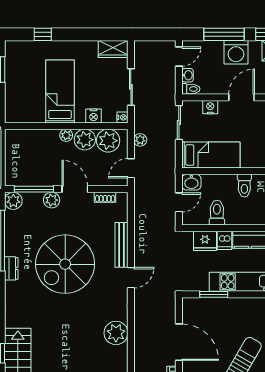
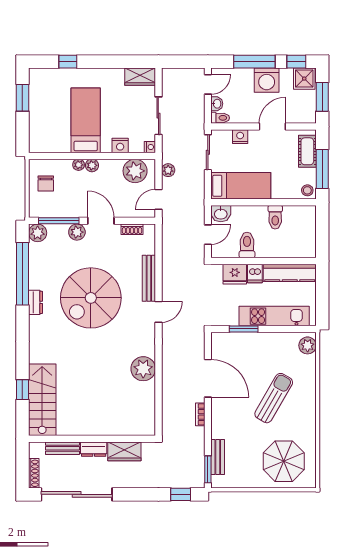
plant: (85, 140) -> (79, 165), moved, width x0.53, depth x0.53
chair: (21, 153) -> (46, 184), added

